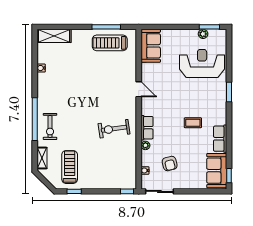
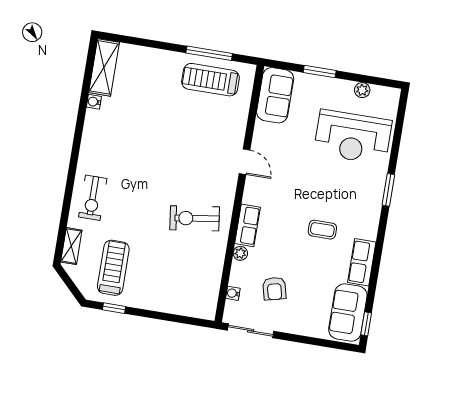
window: (209, 27) -> (320, 72), moved
shelving: (54, 36) -> (104, 67), moved, turned 90
reception desk: (202, 63) -> (353, 137), turned 180
window: (35, 119) -> (70, 182), removed
window: (127, 191) -> (199, 322), removed

